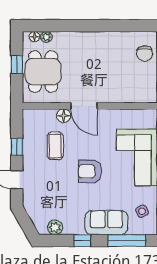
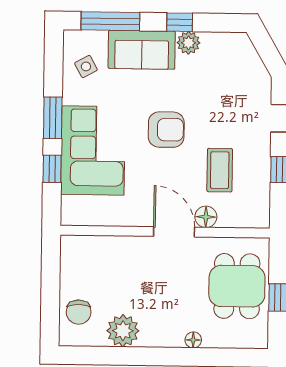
floor lamp: (34, 37) -> (193, 340), moved
plant: (46, 37) -> (123, 331), moved, width x1.88, depth x1.88
chair: (145, 53) -> (79, 312), turned 180
plant: (55, 227) -> (188, 43), moved

